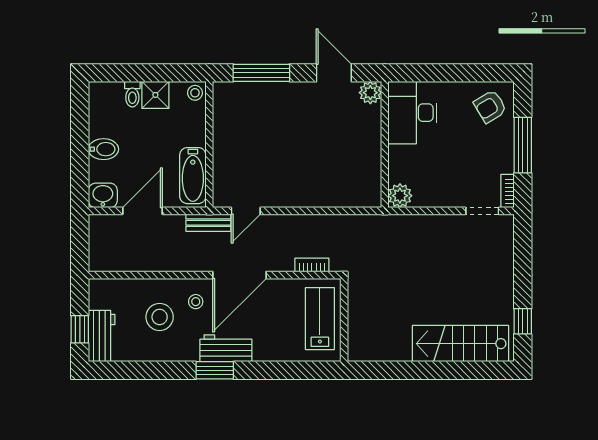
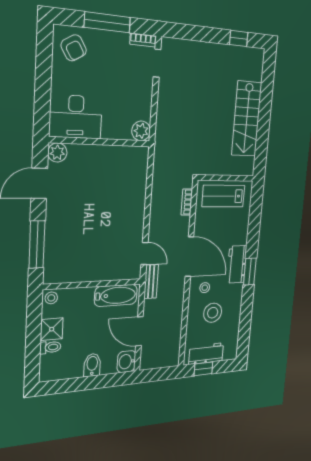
window: (80, 329) -> (203, 369), moved
workbench: (102, 336) -> (206, 354), moved
stairs: (460, 344) -> (247, 119), moved

